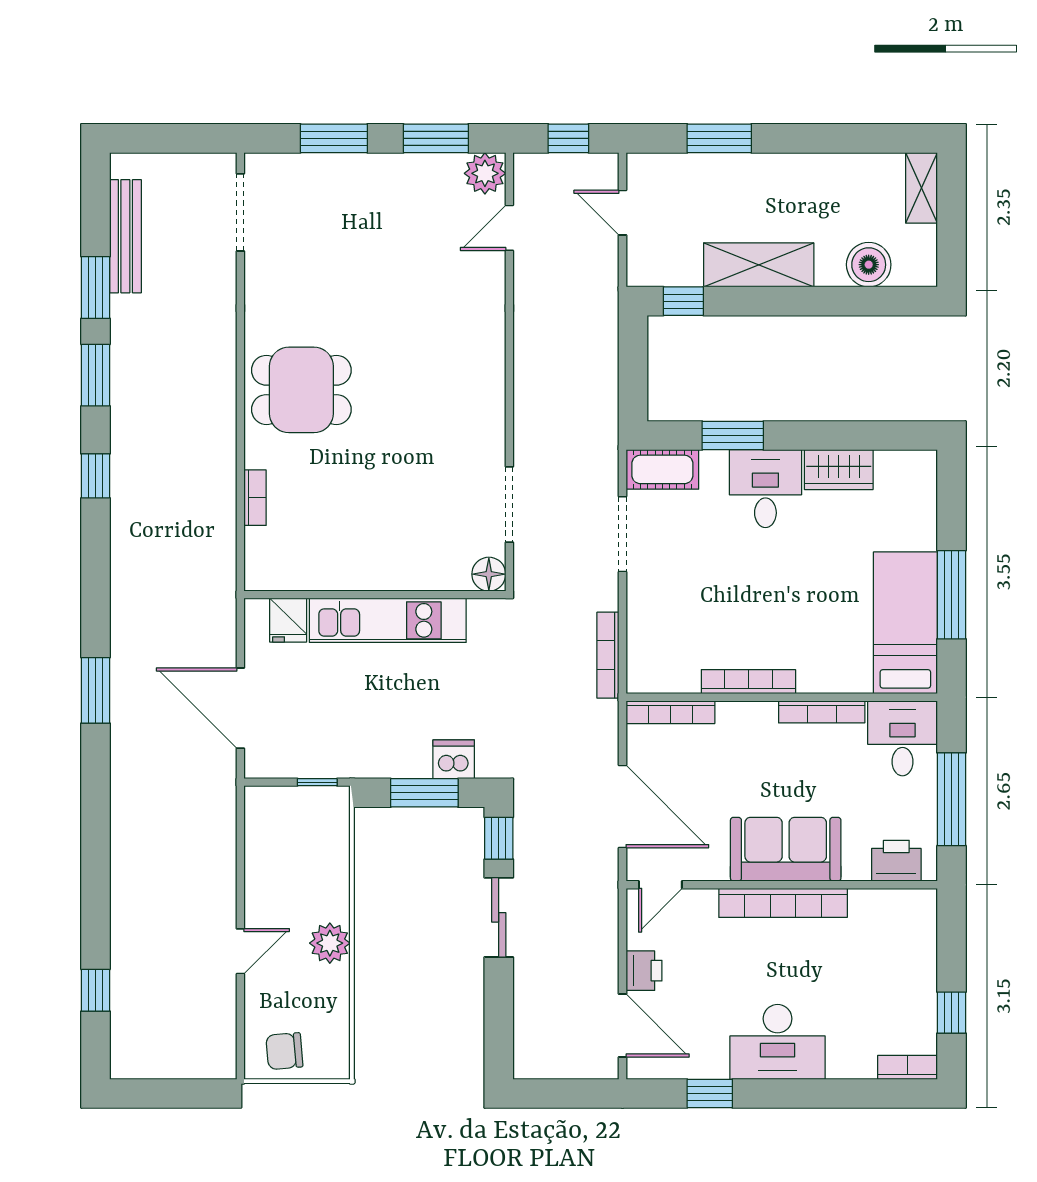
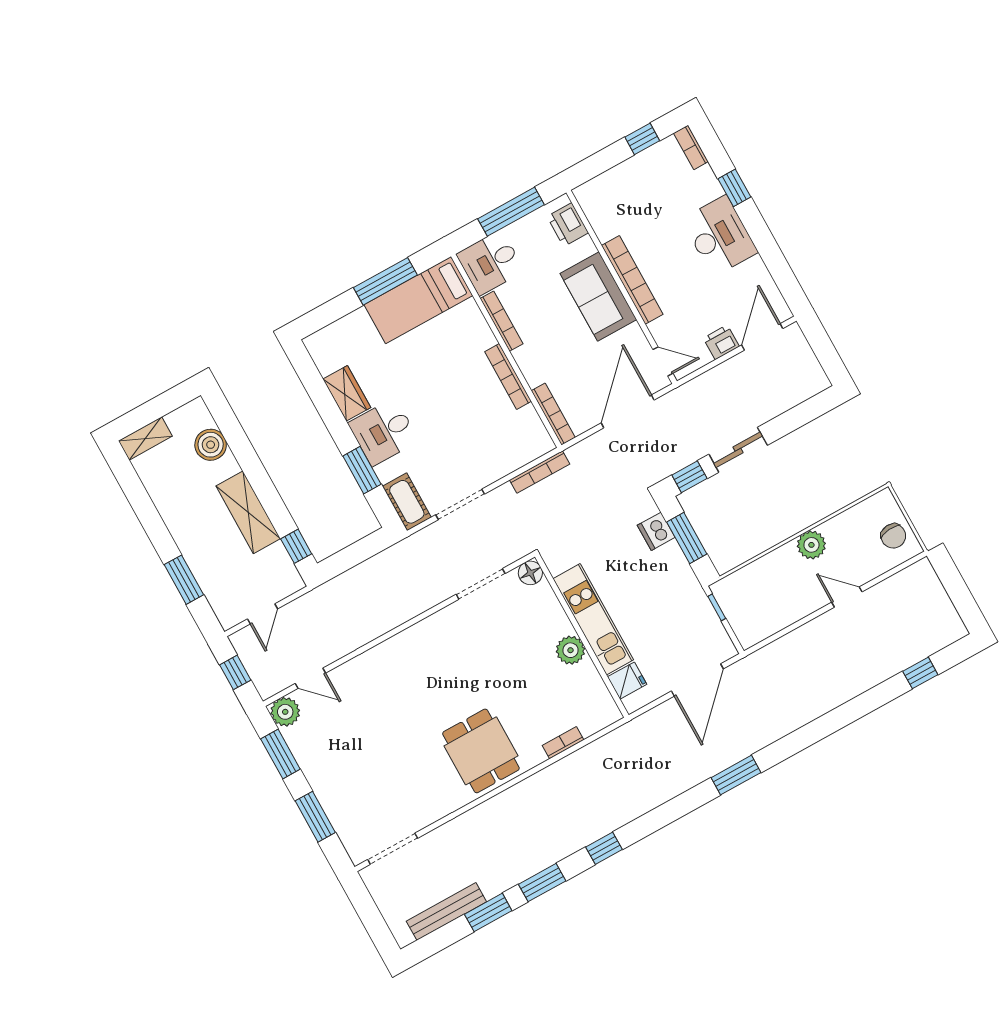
plant: (365, 571) -> (570, 650), added
window: (710, 1093) -> (734, 188), moved

